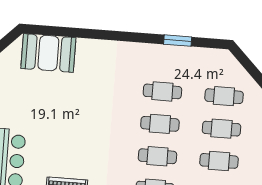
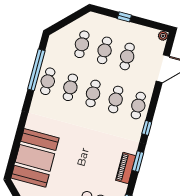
window: (178, 41) -> (36, 70), width x2.11
booth: (48, 53) -> (35, 158), width x1.36, depth x1.42
cafe table: (165, 59) -> (48, 81), added

